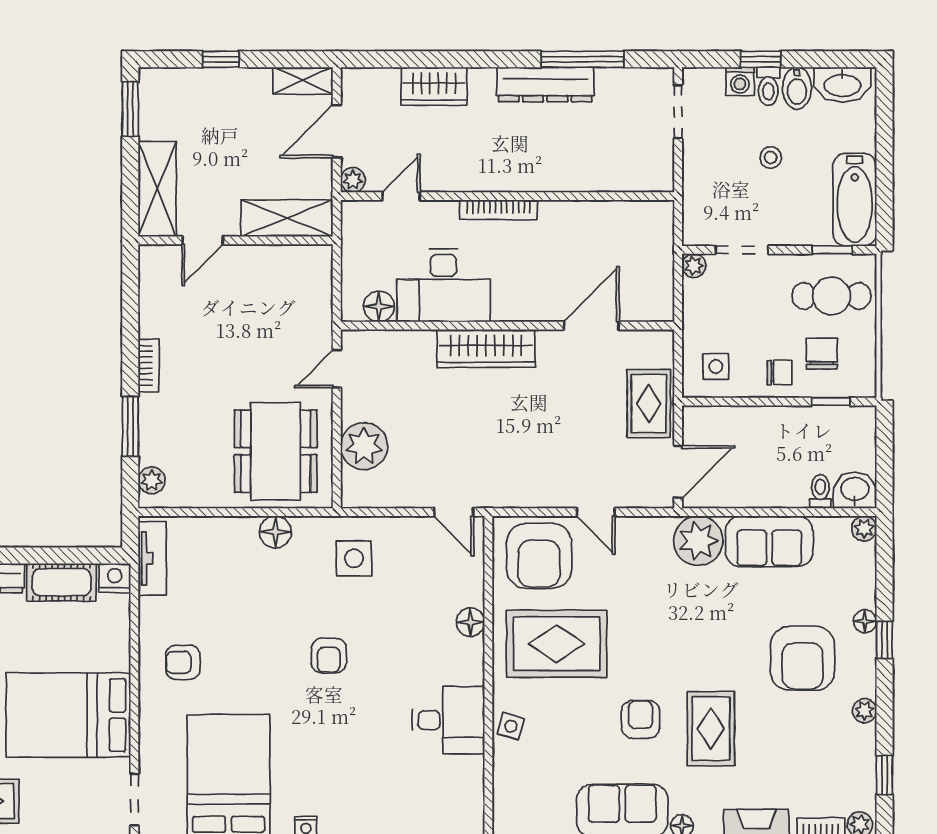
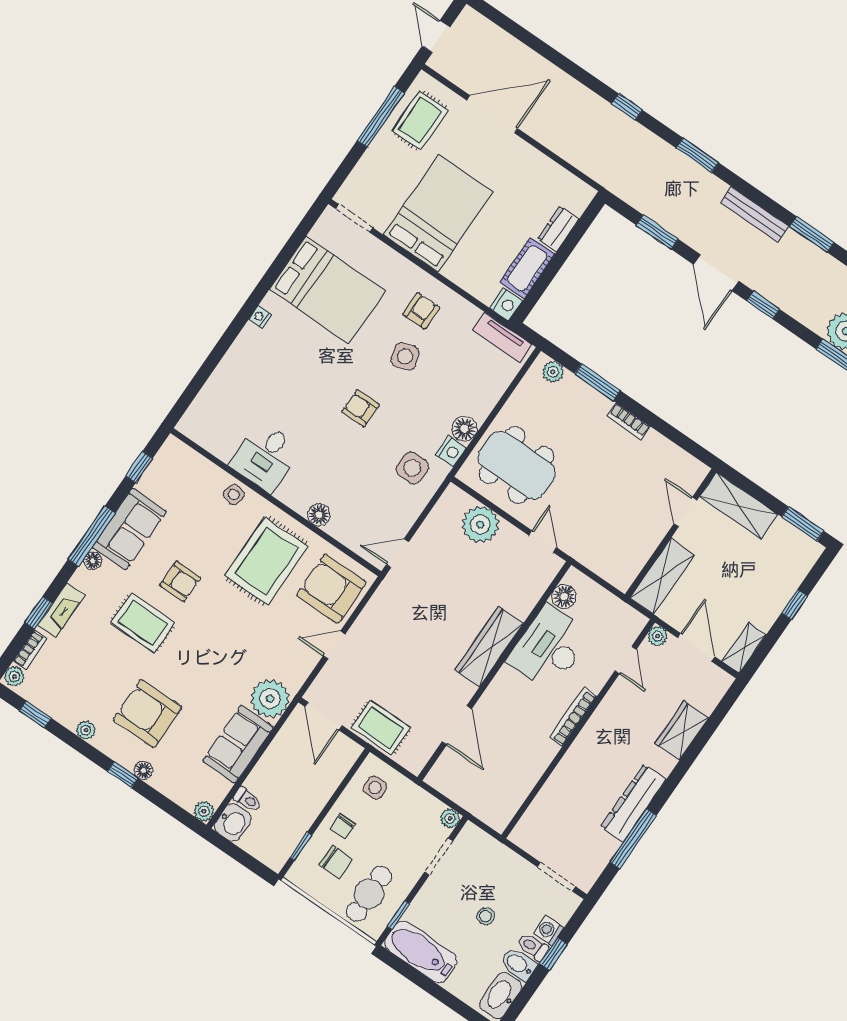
nightstand: (309, 530) -> (451, 451), added
side table: (242, 647) -> (405, 356), added

